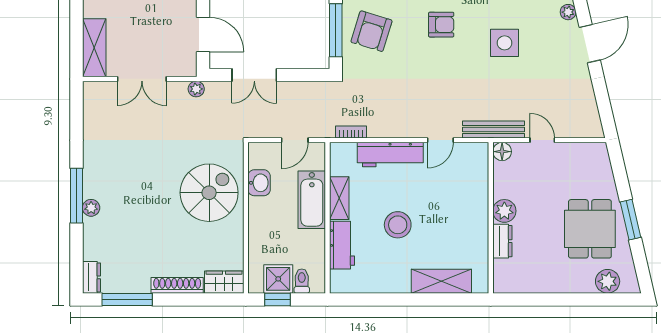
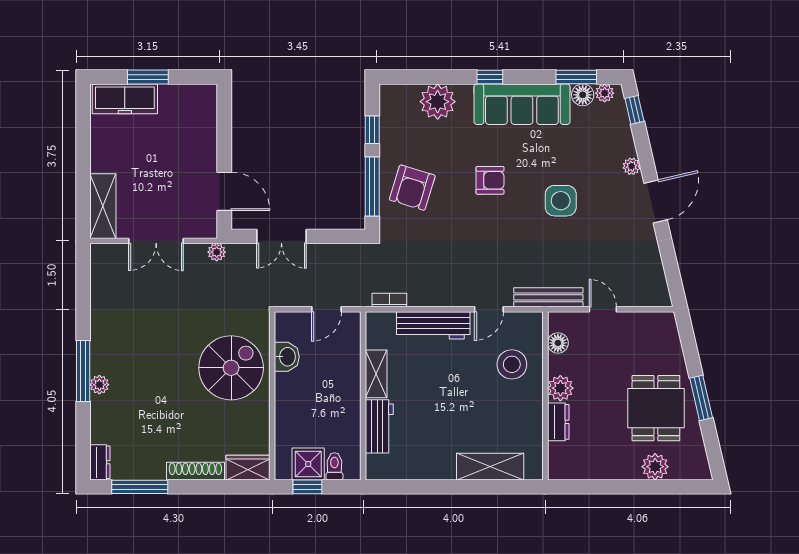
floor lamp: (502, 152) -> (558, 343), moved
bathtub: (312, 200) -> (346, 376), removed
stool: (398, 225) -> (512, 364), moved
plant: (608, 281) -> (655, 467), moved

